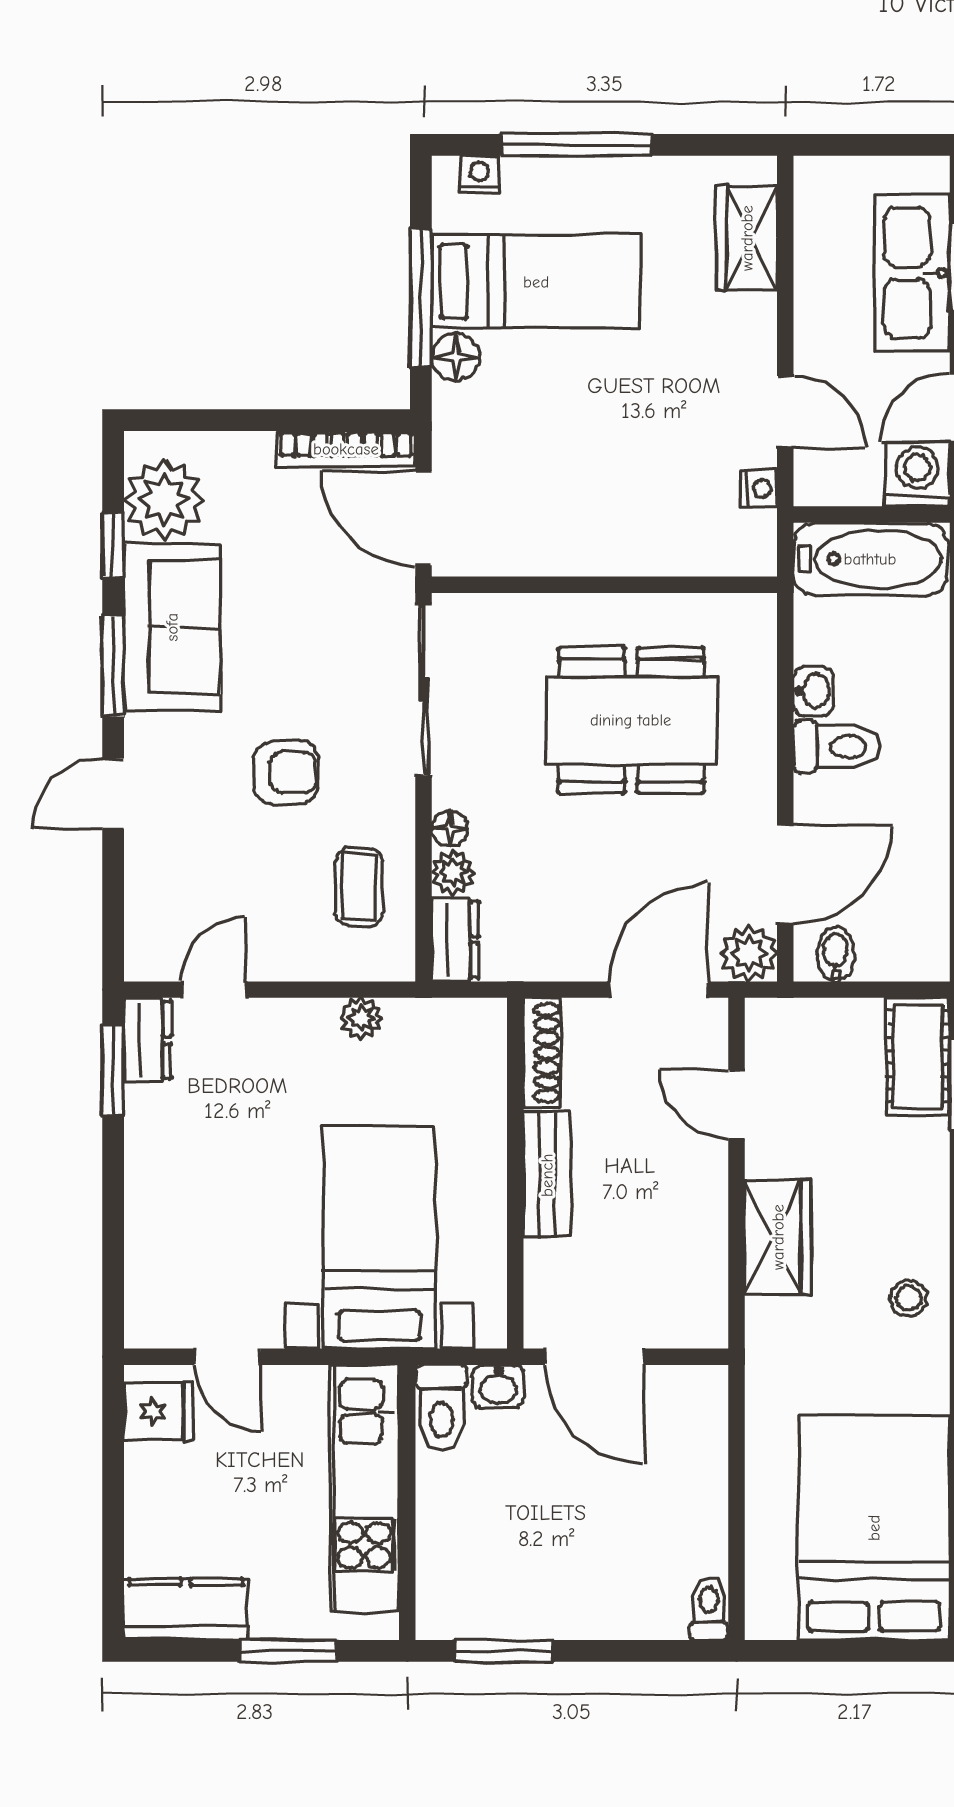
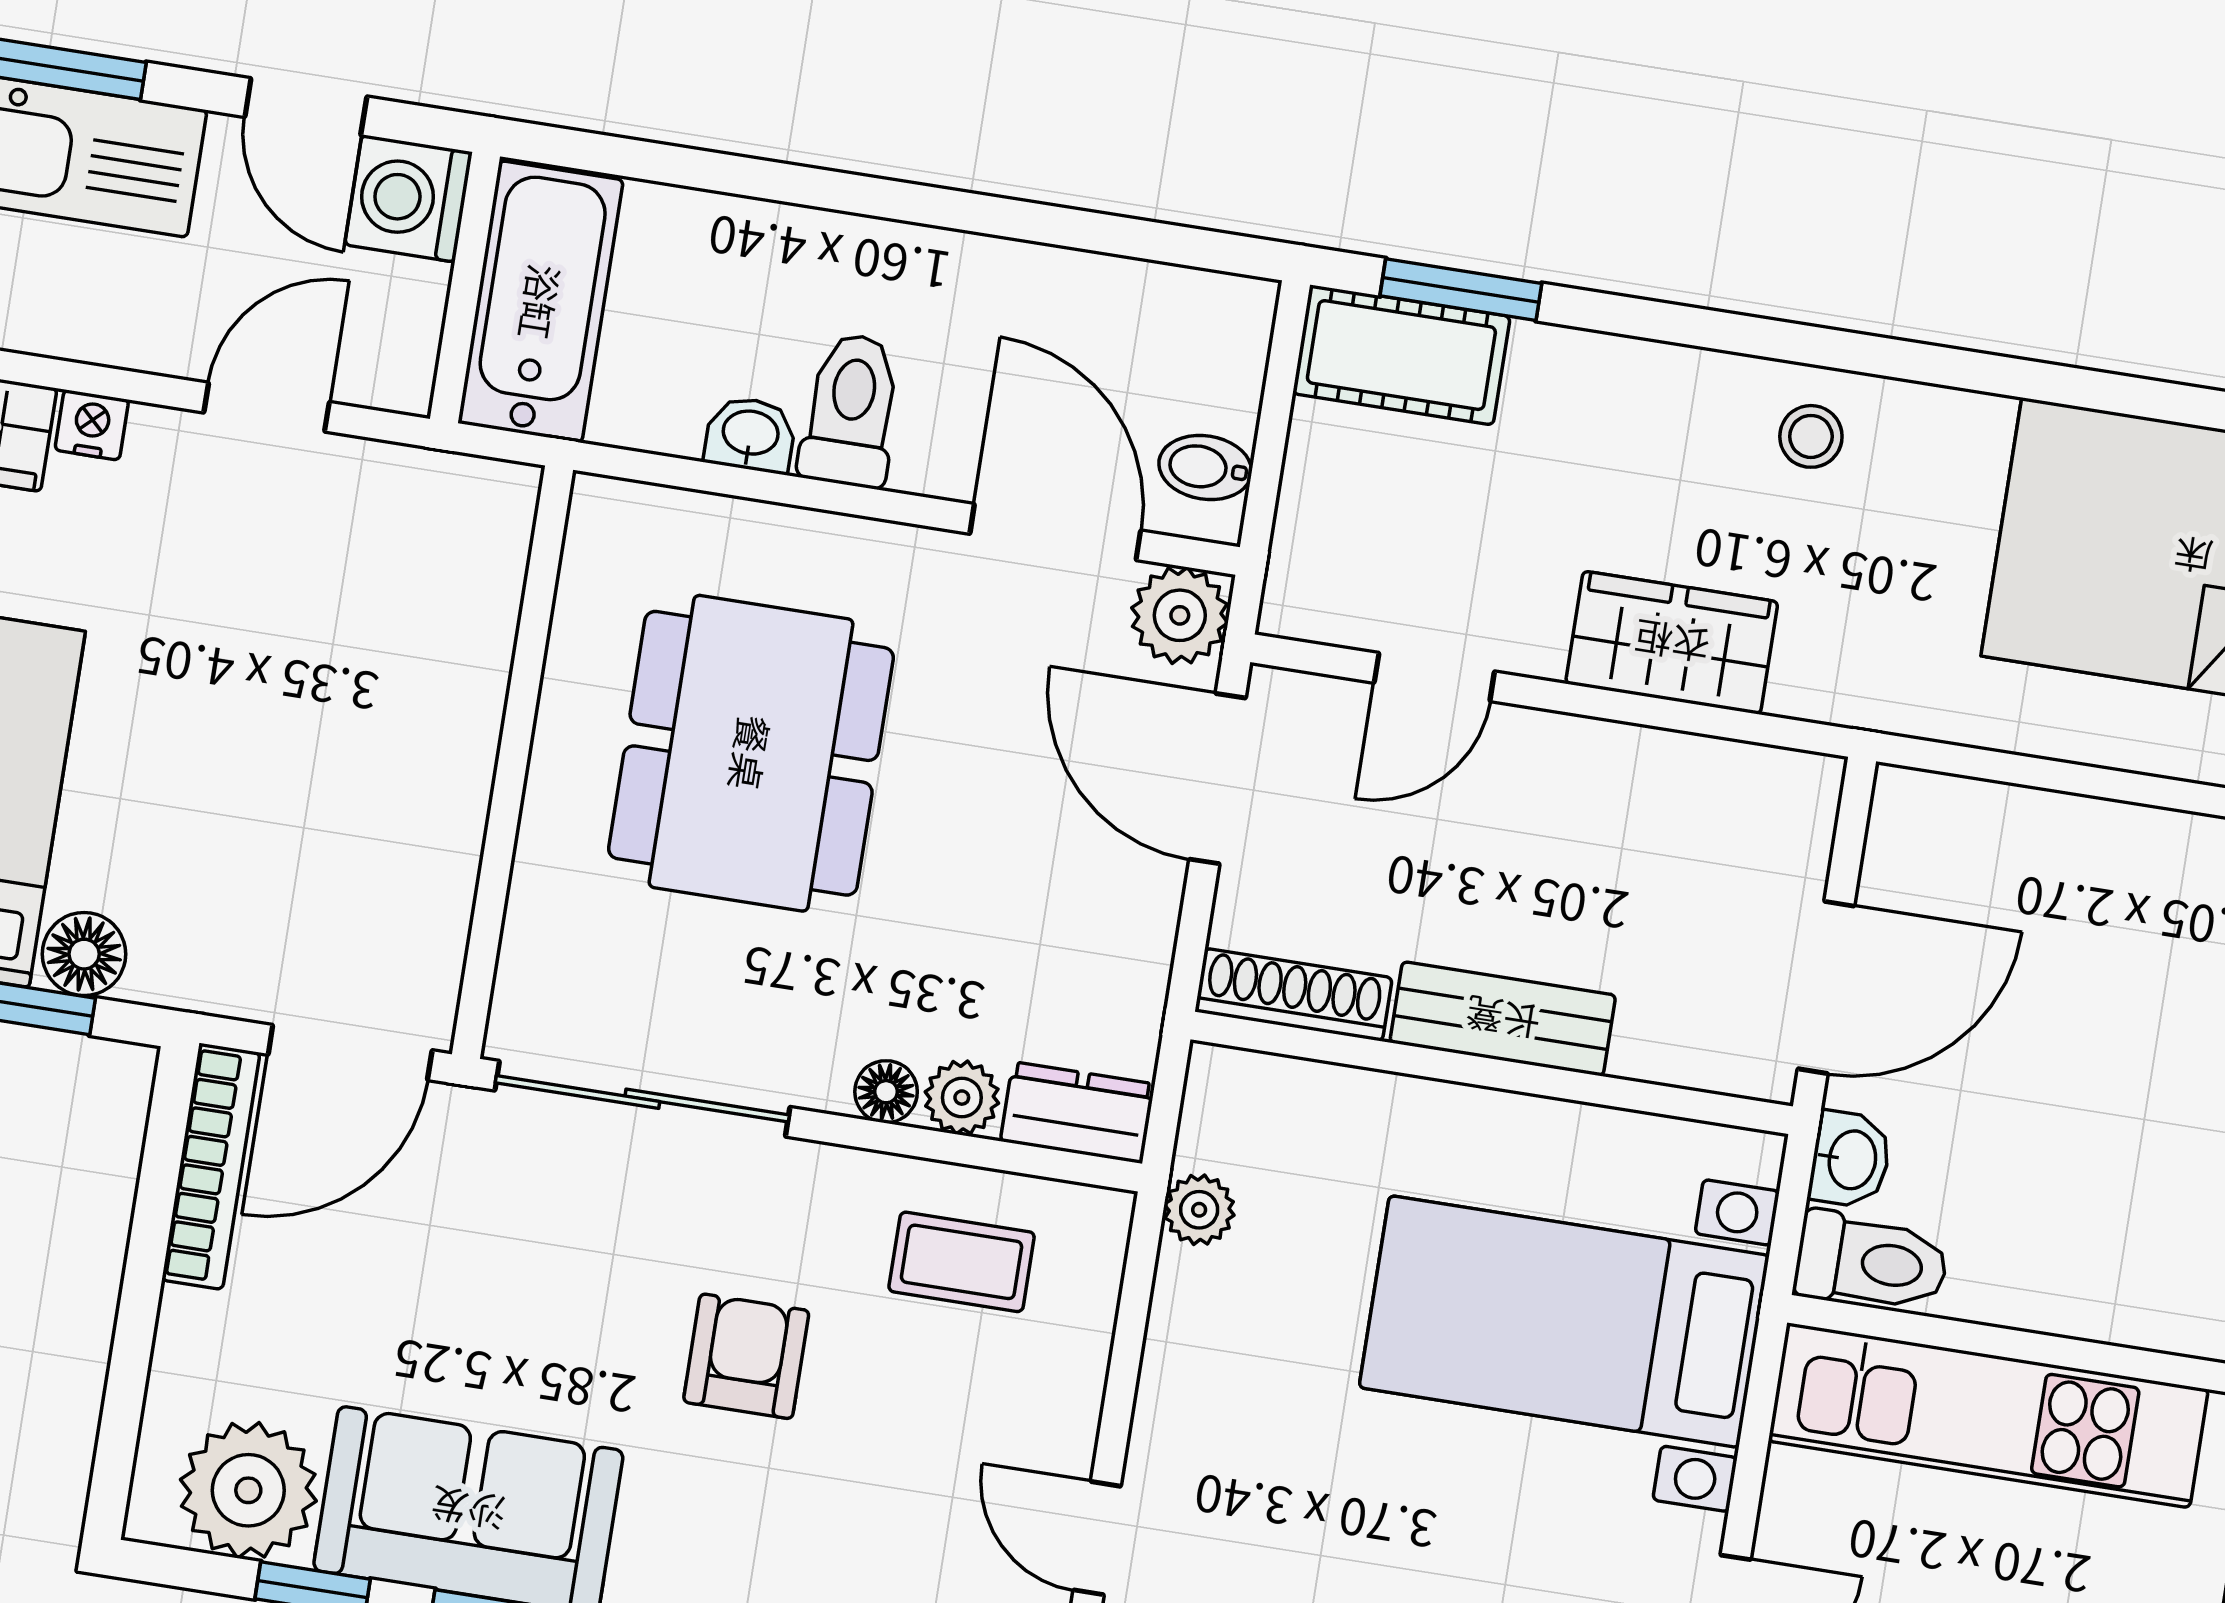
nightstand: (759, 489) -> (92, 425), moved
plant: (361, 1018) -> (1199, 1210), moved

